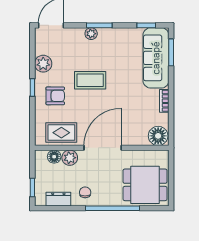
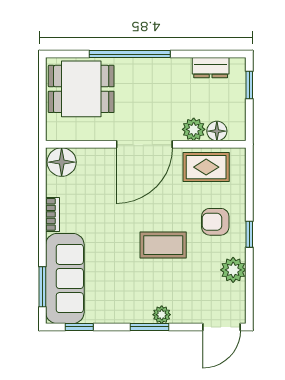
chair: (85, 192) -> (171, 78), removed

